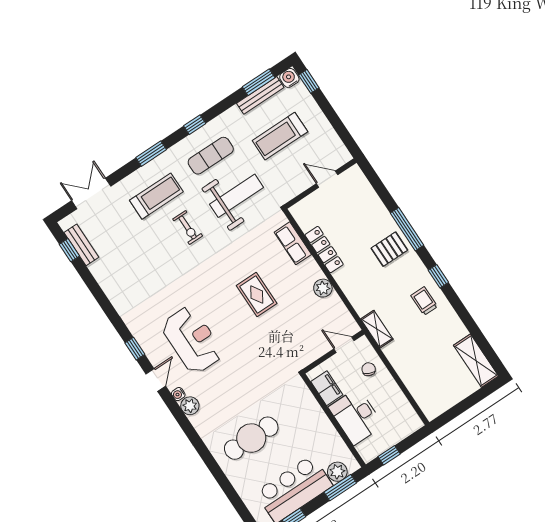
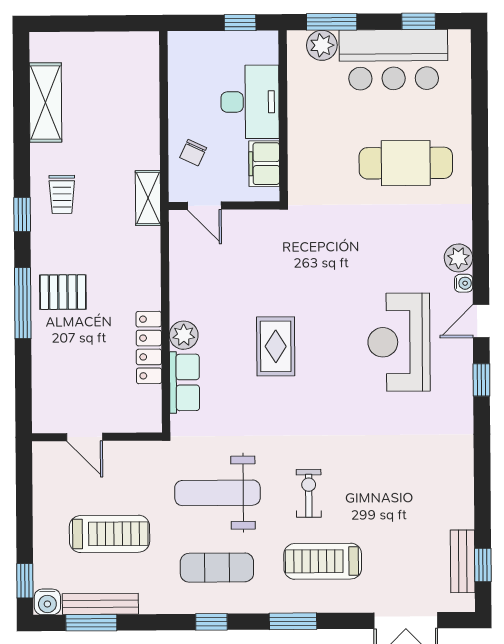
plant: (323, 288) -> (184, 335), moved
shelving: (476, 361) -> (45, 102), moved

